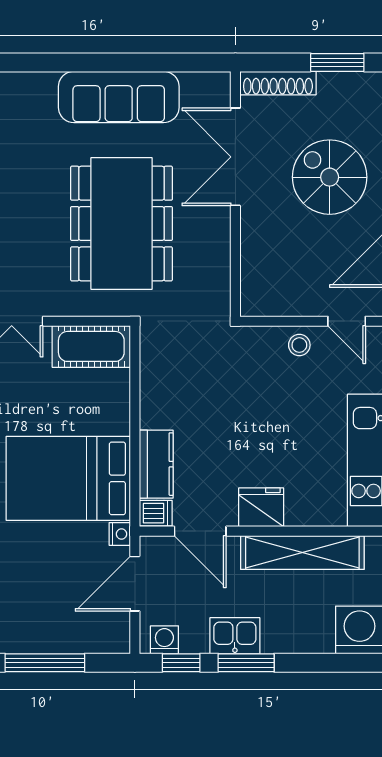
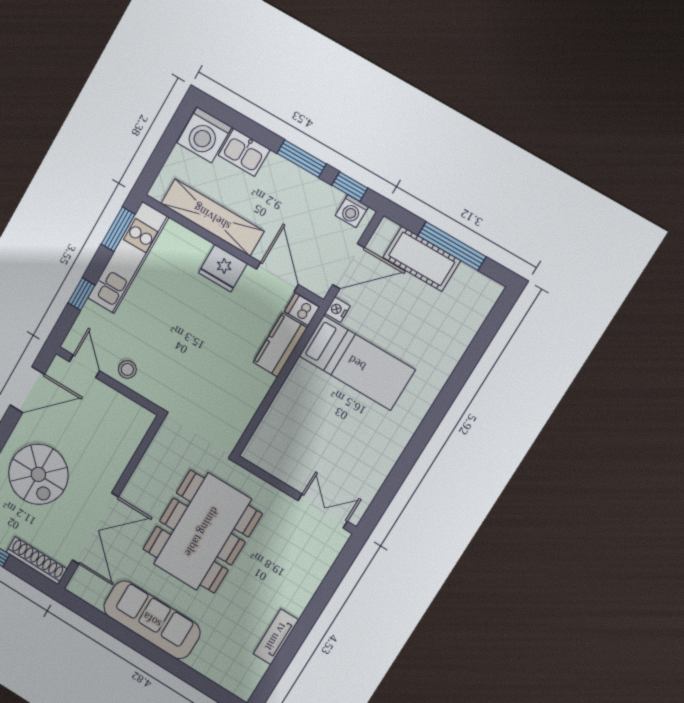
cot: (91, 346) -> (422, 259), moved
bed: (68, 478) -> (357, 363), width x0.67
kitchen sink: (235, 636) -> (244, 152), moved

